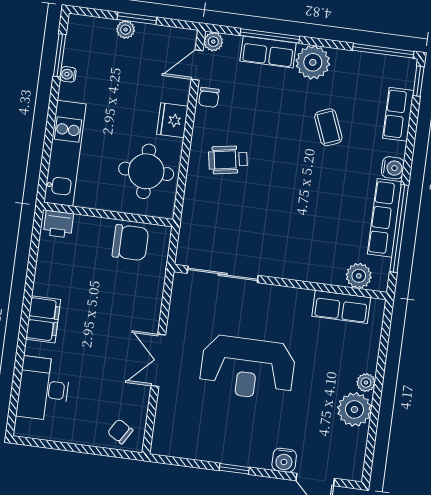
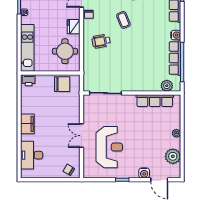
coffee table: (328, 127) -> (123, 20), moved
row of seats: (341, 307) -> (155, 101), width x1.48
reception desk: (247, 368) -> (109, 147), moved, turned -90
plant: (354, 409) -> (173, 156), moved

